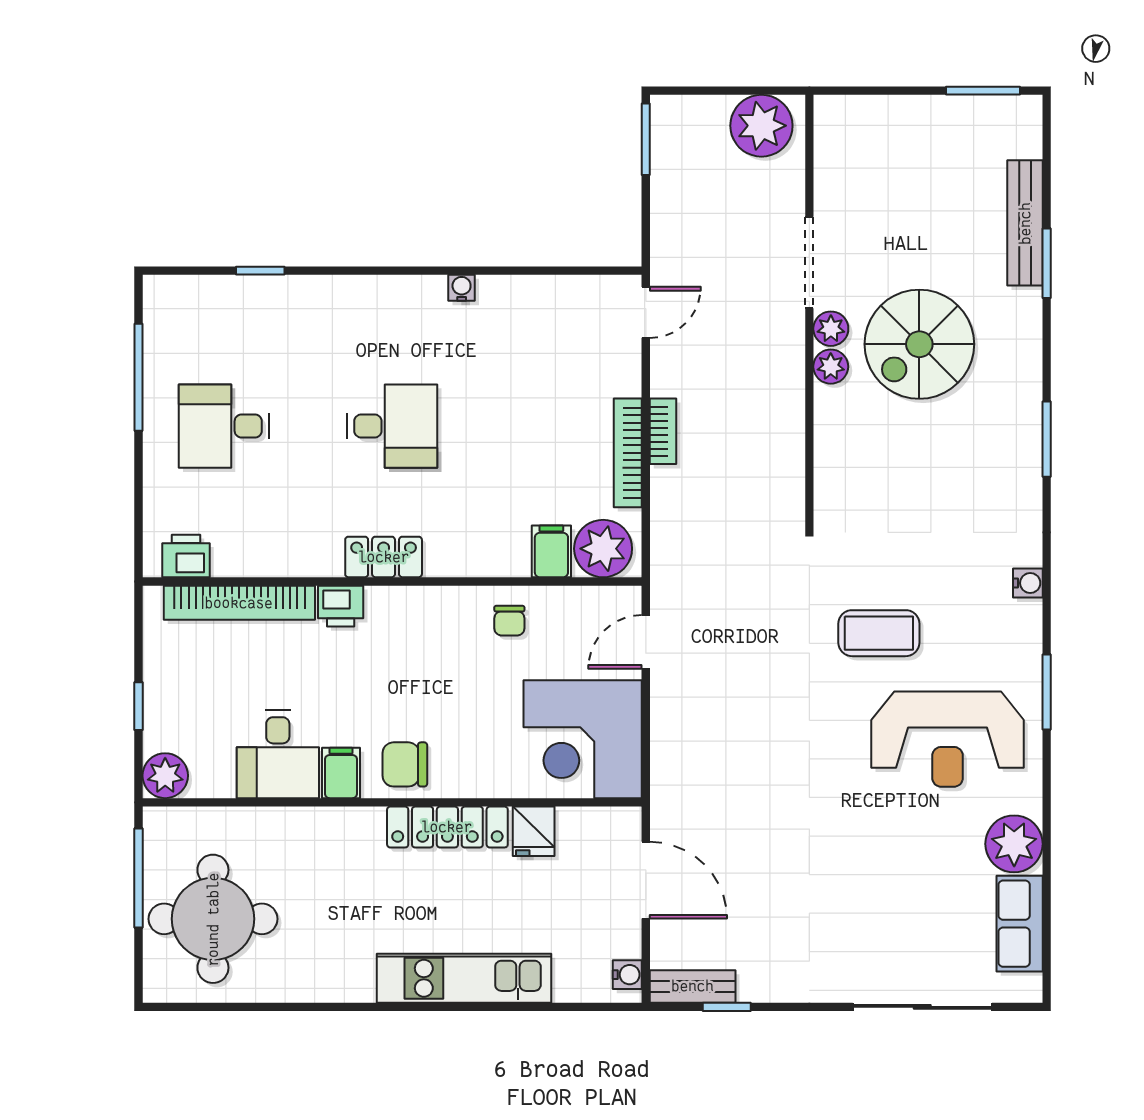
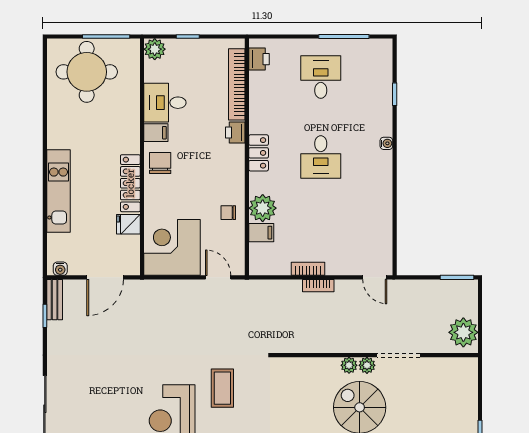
water cooler: (462, 288) -> (386, 143), moved
bookcase: (628, 453) -> (308, 269), width x0.64
plant: (603, 549) -> (263, 208), moved

